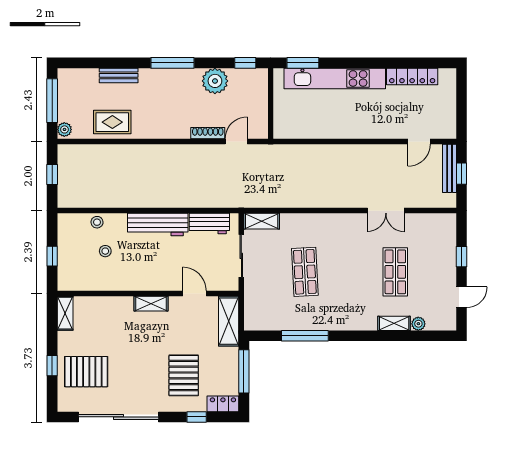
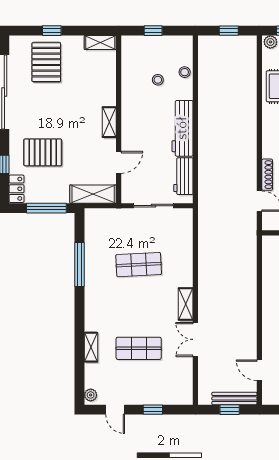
shelving: (262, 221) -> (186, 304), moved
plant: (418, 324) -> (91, 395), moved

